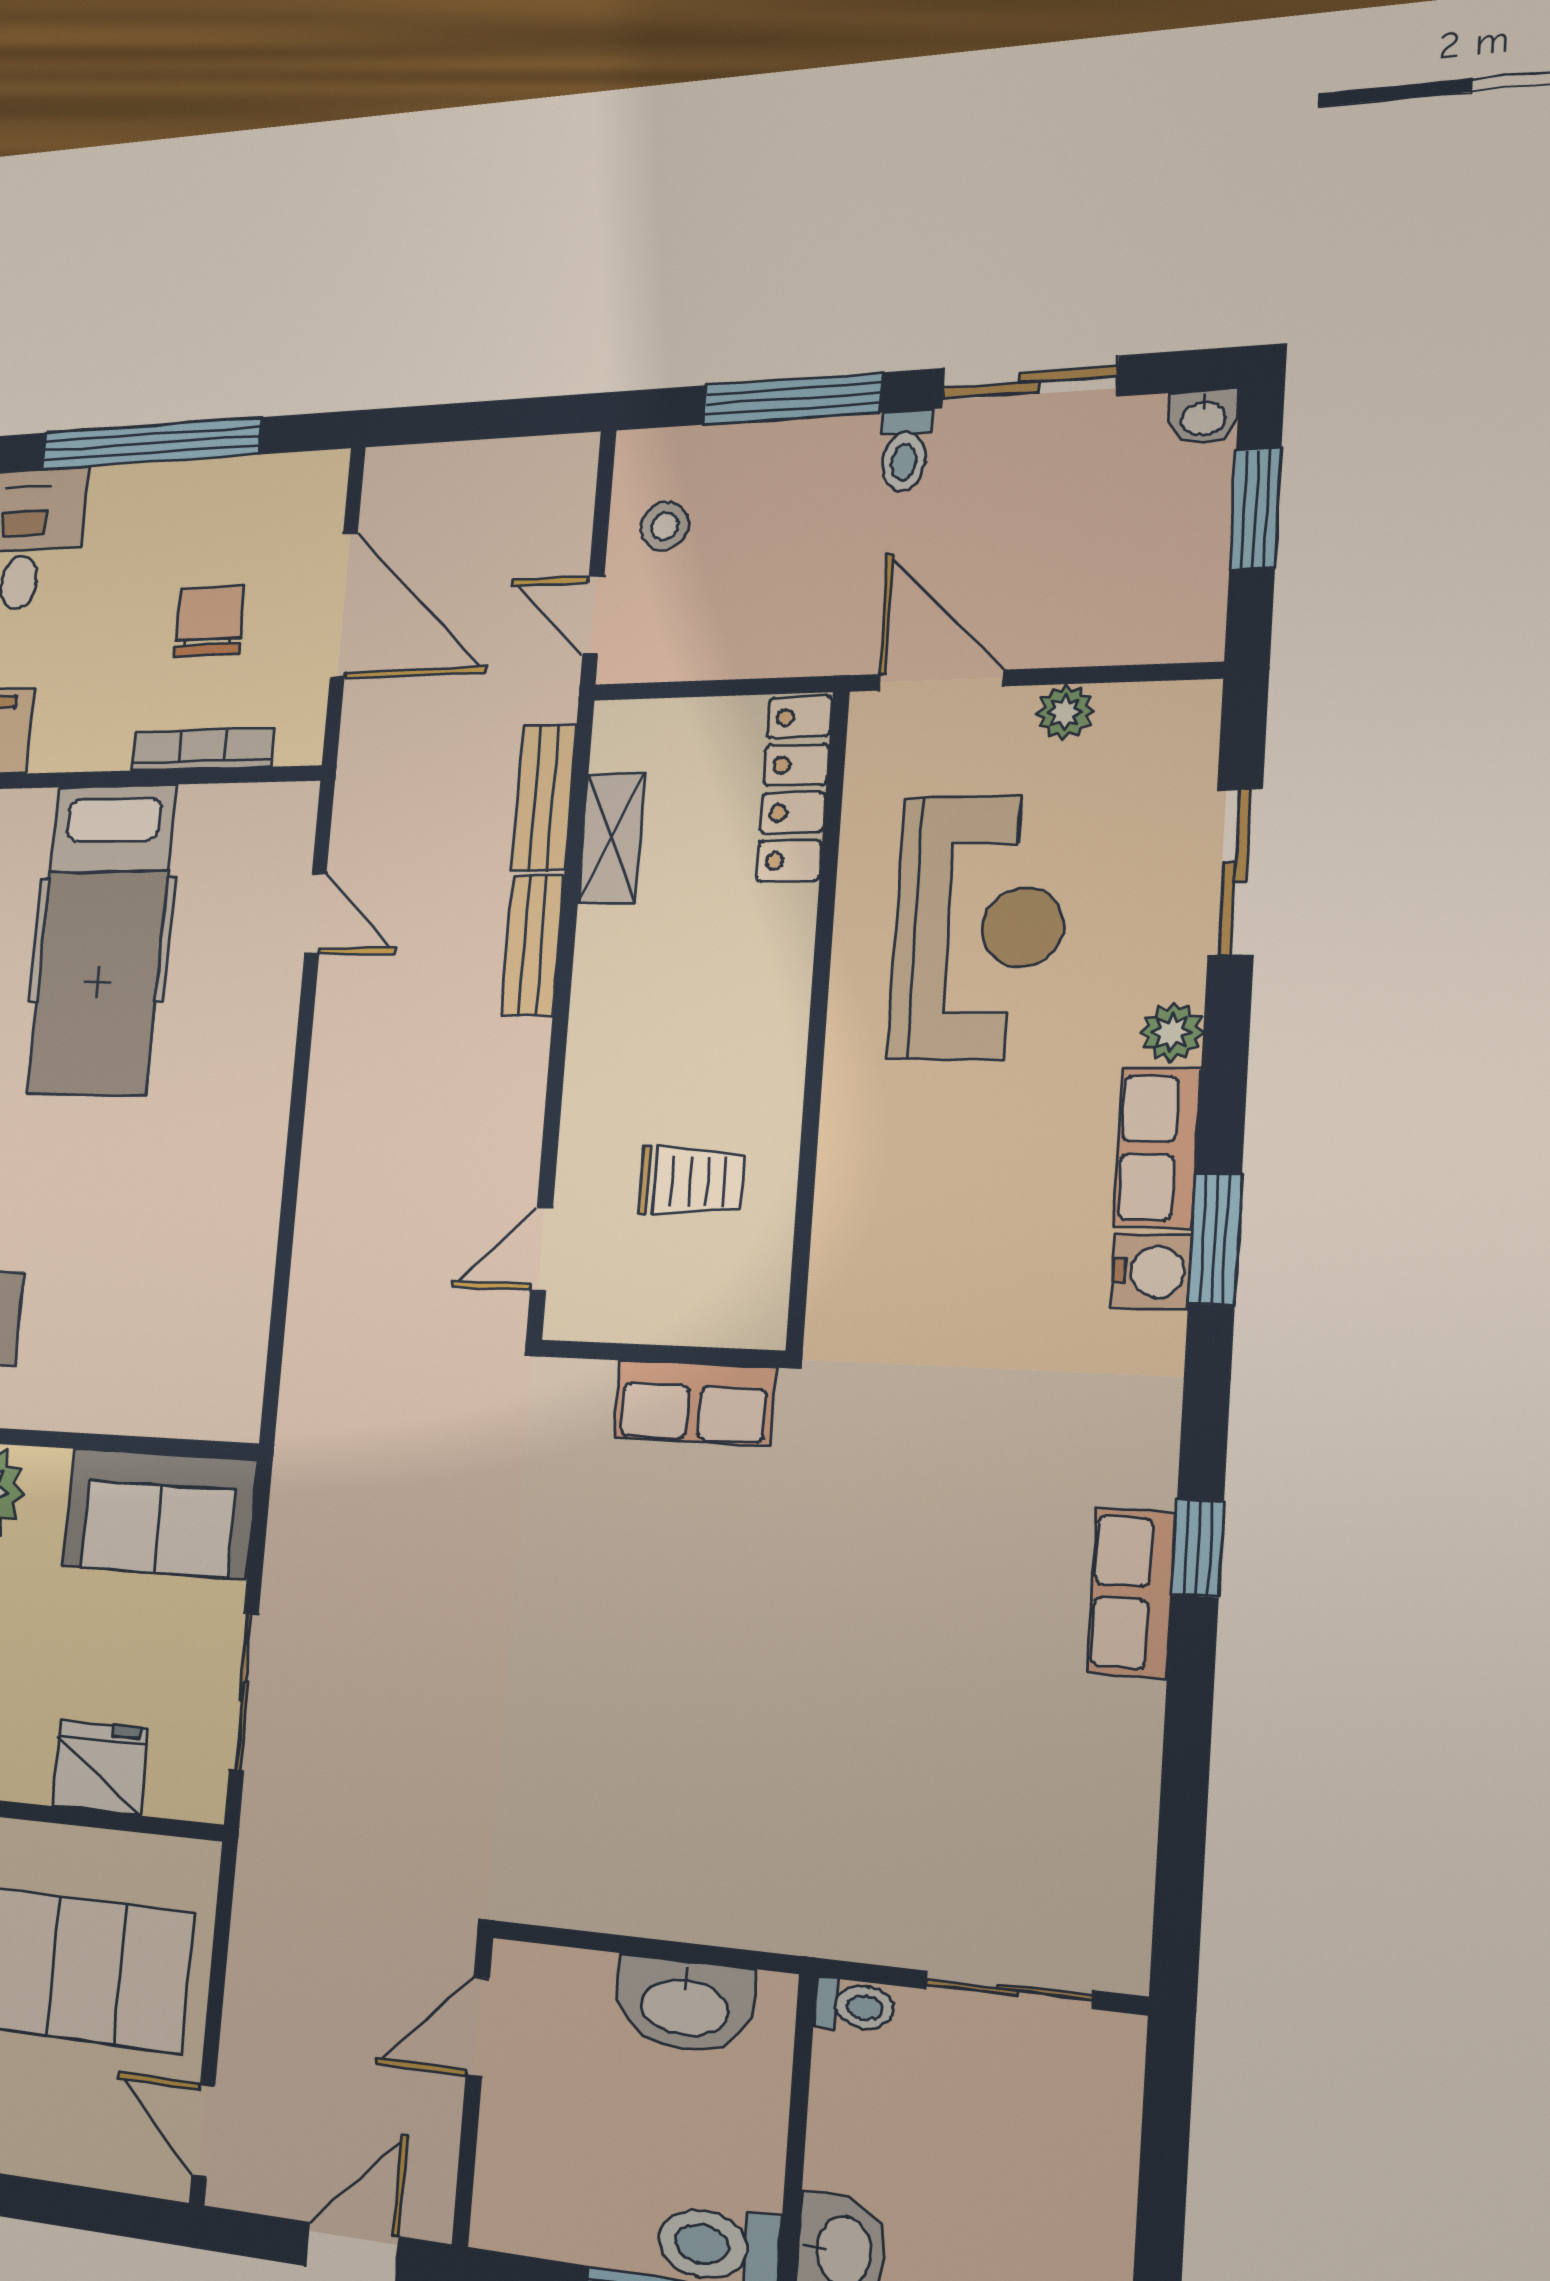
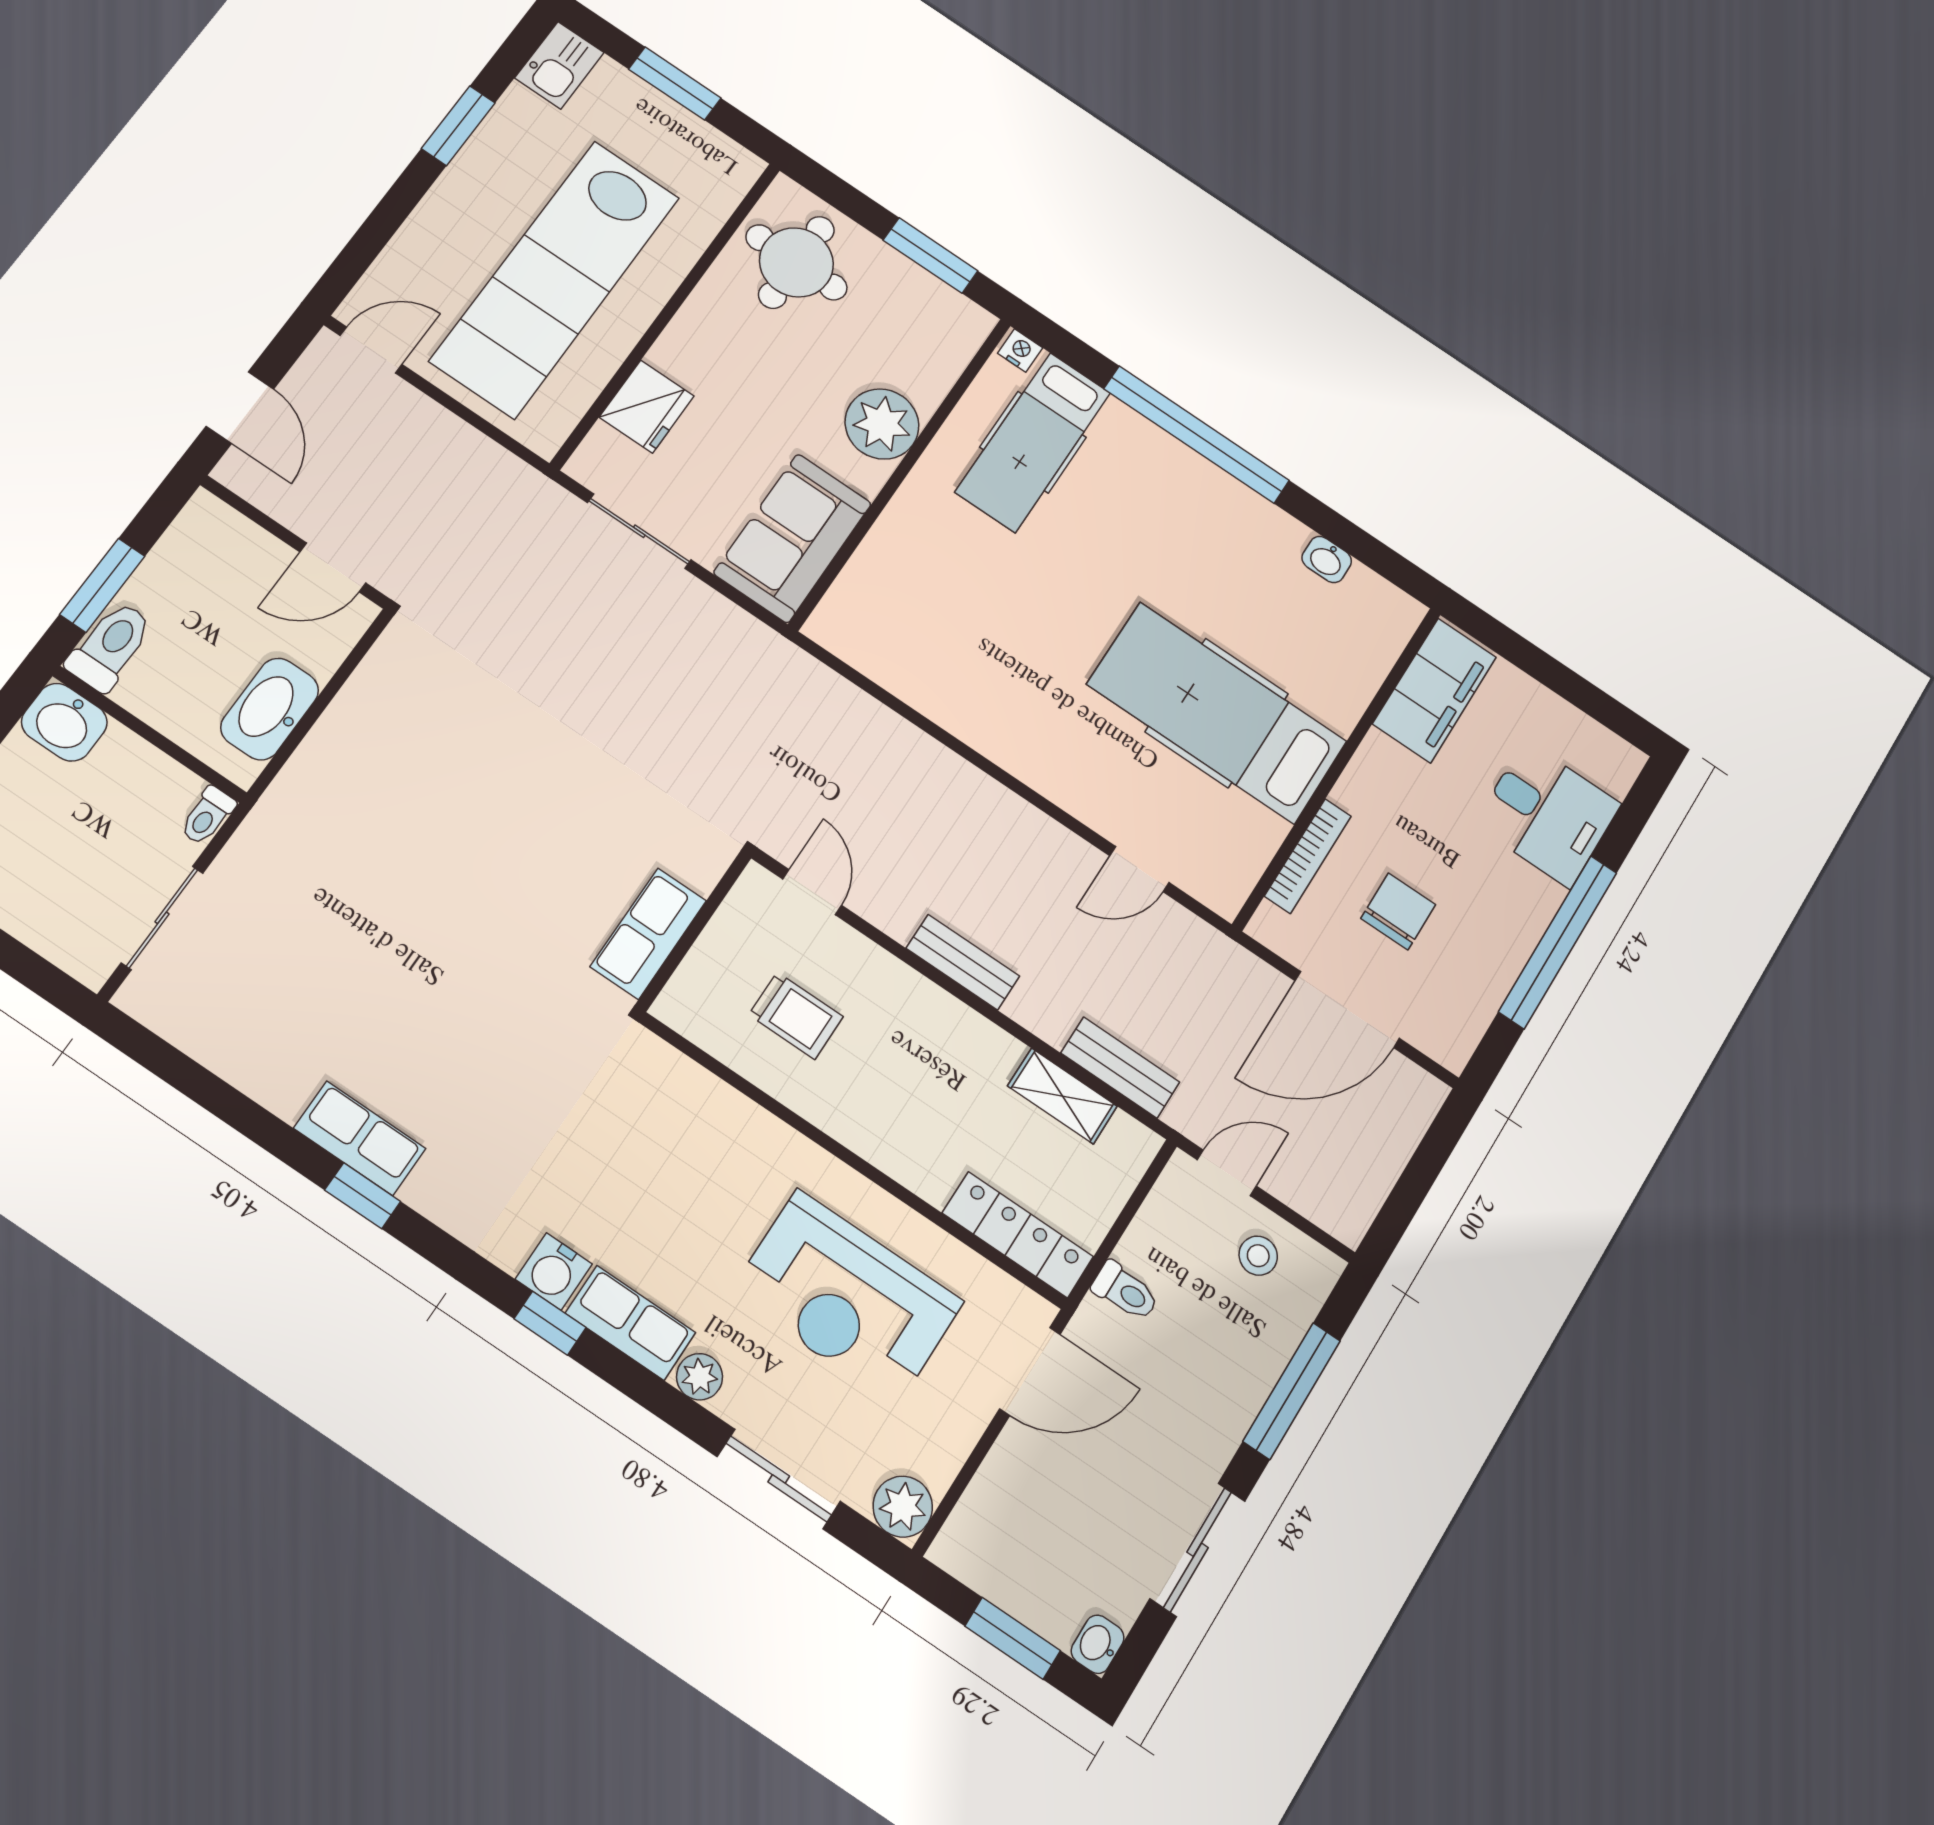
toilet: (905, 451) -> (1125, 1291), moved, turned 180
chair: (210, 621) -> (1398, 912), turned -90
plant: (1065, 712) -> (903, 1507), moved, width x1.38, depth x1.38
bench: (533, 946) -> (963, 962), moved
trolley: (691, 1181) -> (796, 1016), turned -90
window: (1215, 1239) -> (550, 1323), width x0.67
door: (478, 2027) -> (333, 567), swing flipped

